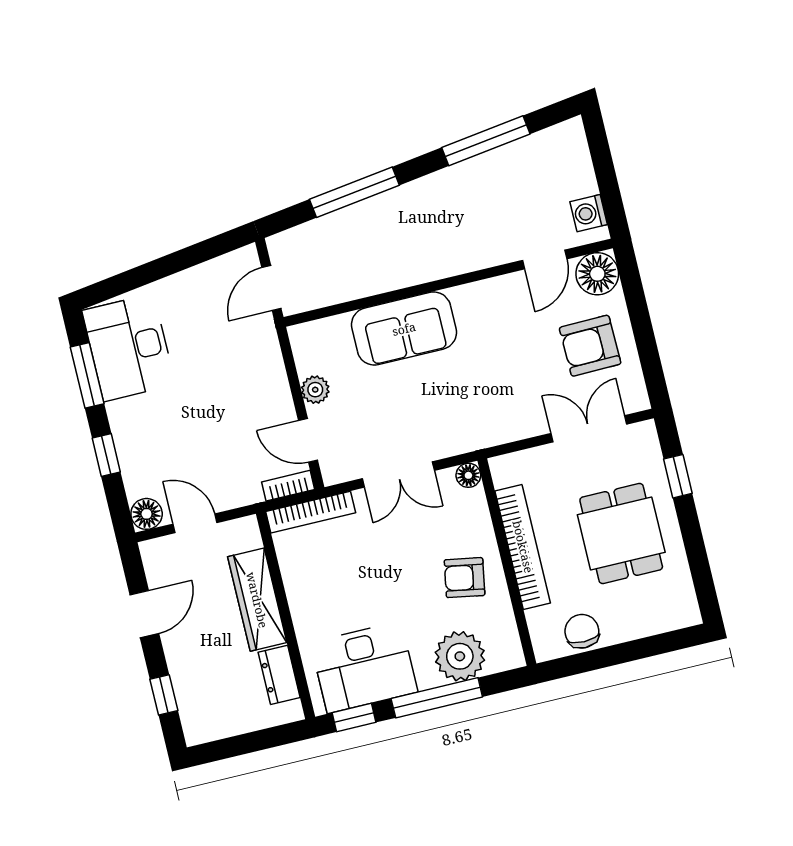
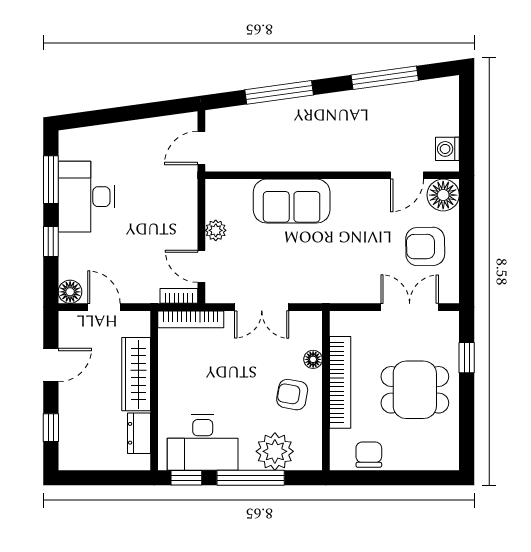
desk: (129, 348) -> (86, 197), moved
floor lamp: (468, 475) -> (313, 359), moved
dining table: (621, 534) -> (415, 390), turned 90

